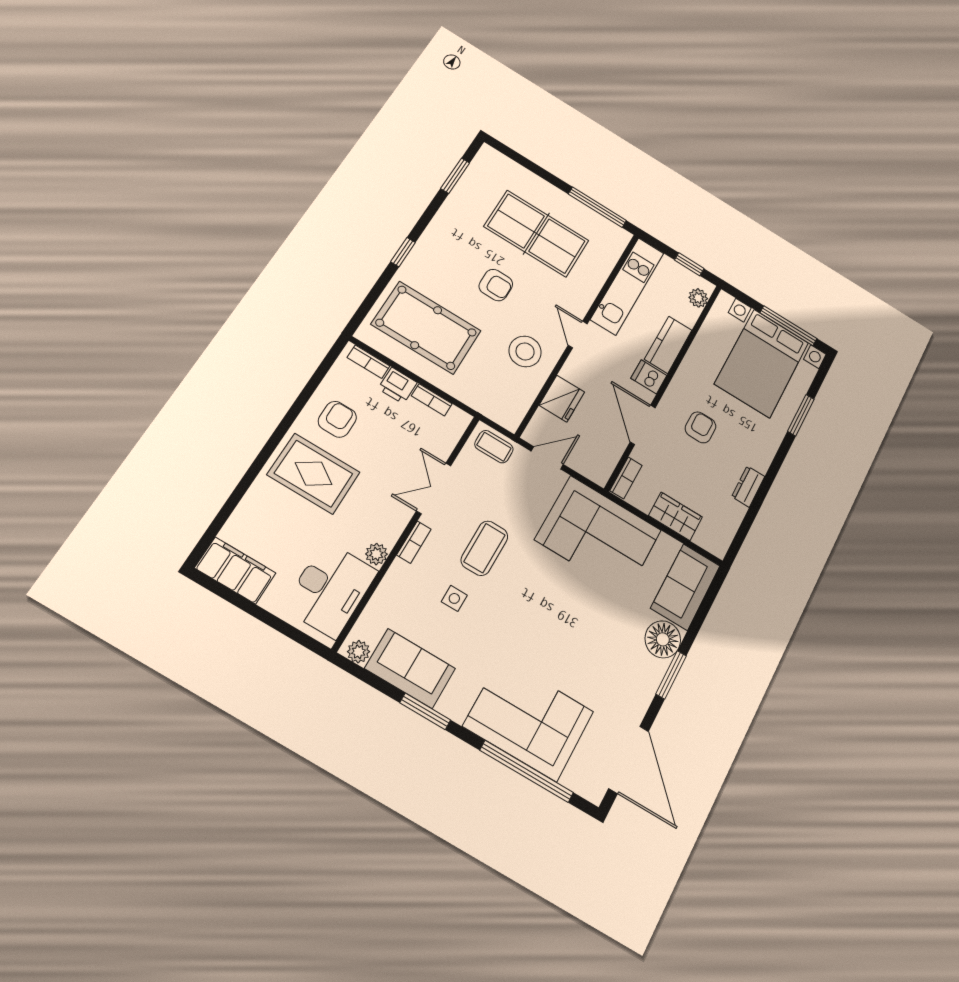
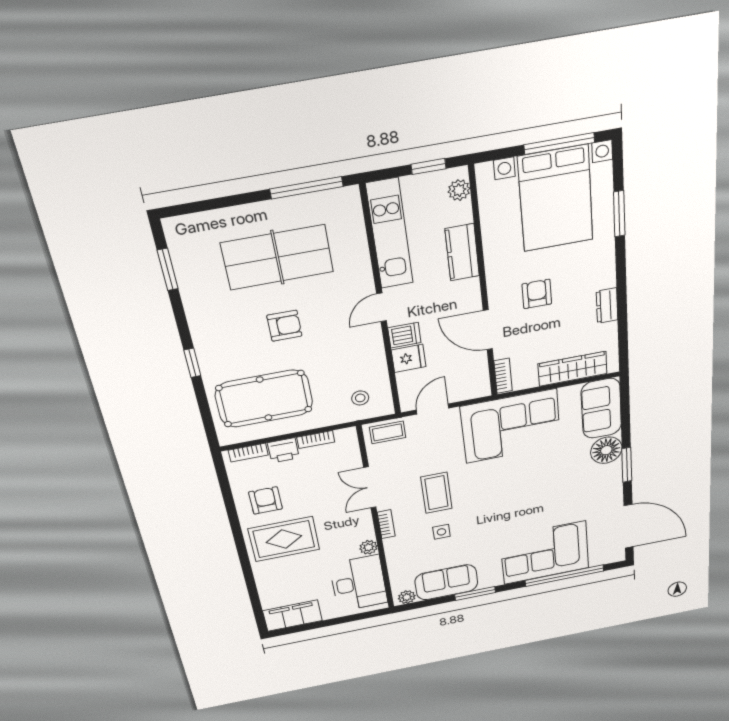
door: (578, 335) -> (381, 307), hinge flipped
stool: (525, 351) -> (360, 398), moved, width x0.53, depth x0.53
dishwasher: (649, 377) -> (404, 335), moved, turned 180
fridge: (562, 399) -> (409, 358), width x0.72
wardrobe: (675, 516) -> (573, 369), width x1.50

